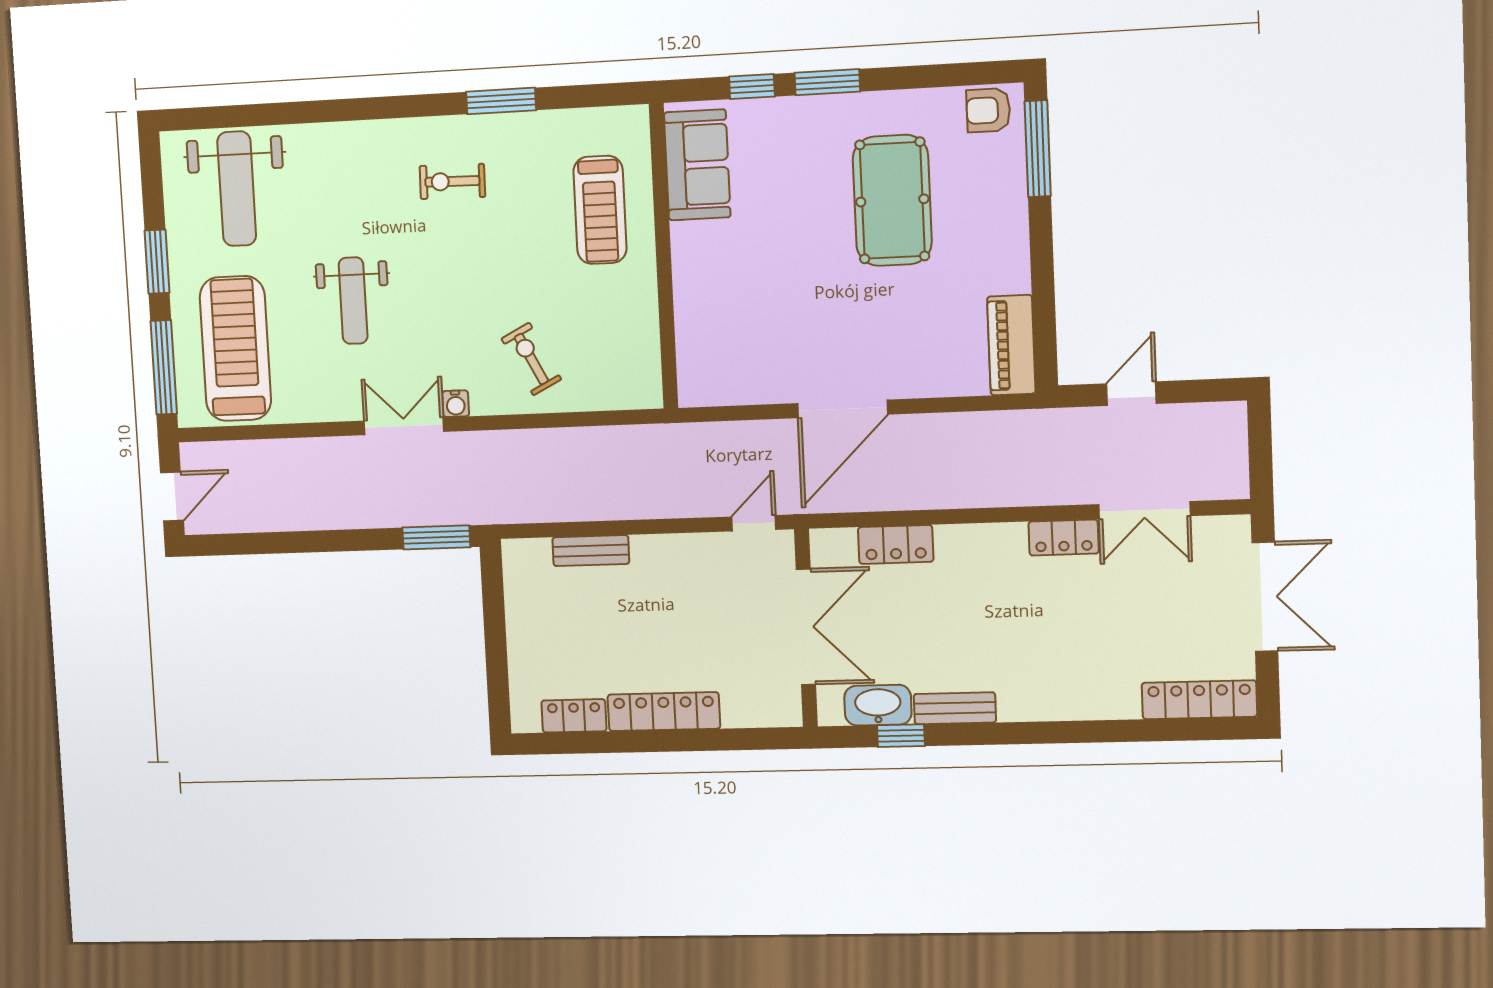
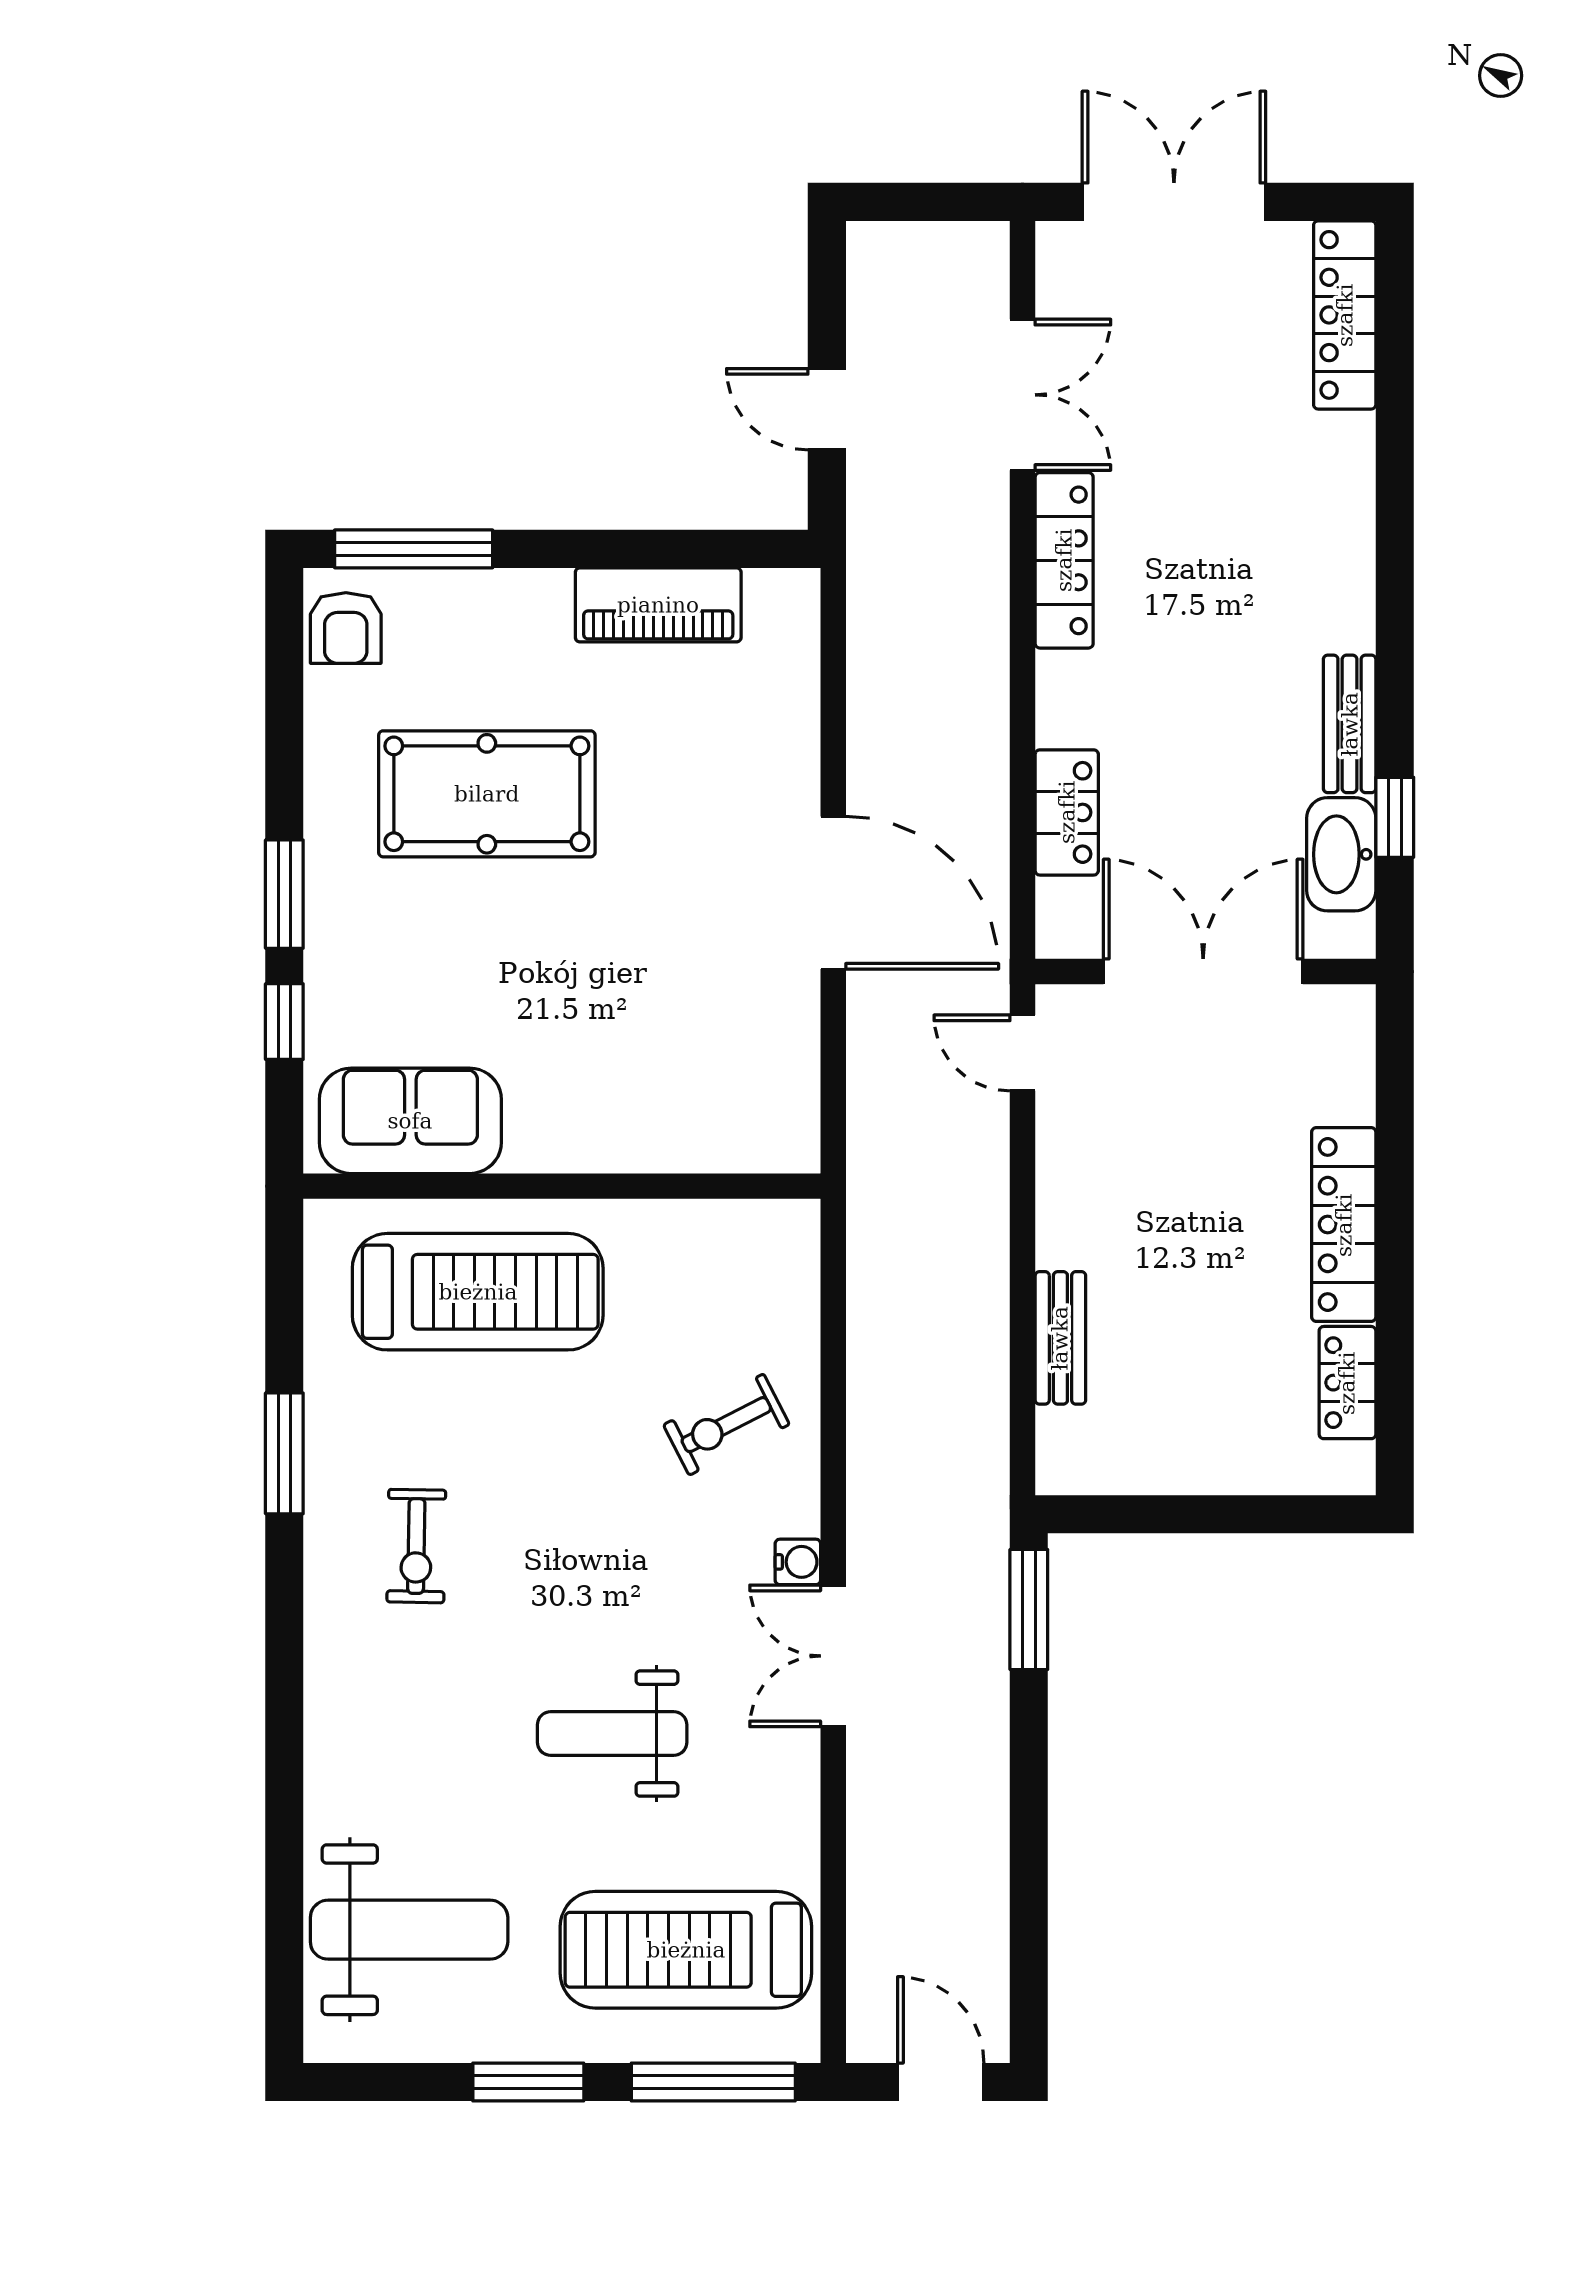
treadmill: (600, 210) -> (478, 1292), width x1.37, depth x1.38
weight bench: (353, 301) -> (612, 1734), turned 180
piano: (1011, 345) -> (658, 605), moved
locker: (1064, 538) -> (1064, 560), width x1.53

